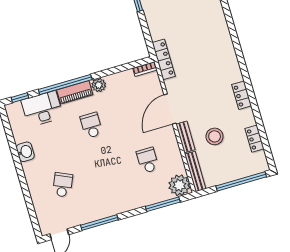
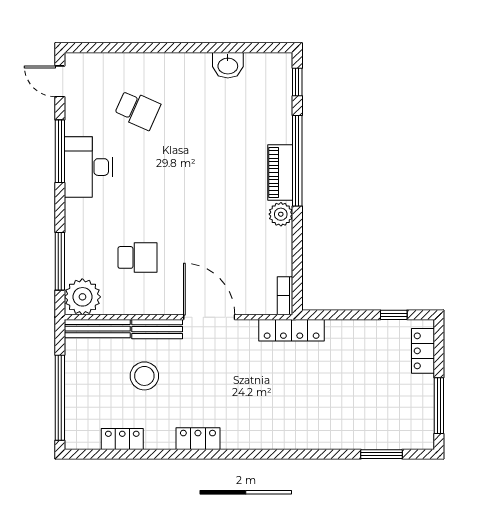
desk: (42, 109) -> (88, 167), moved, turned 180
school desk: (91, 125) -> (220, 184), removed
washbasin: (25, 152) -> (228, 65), moved

